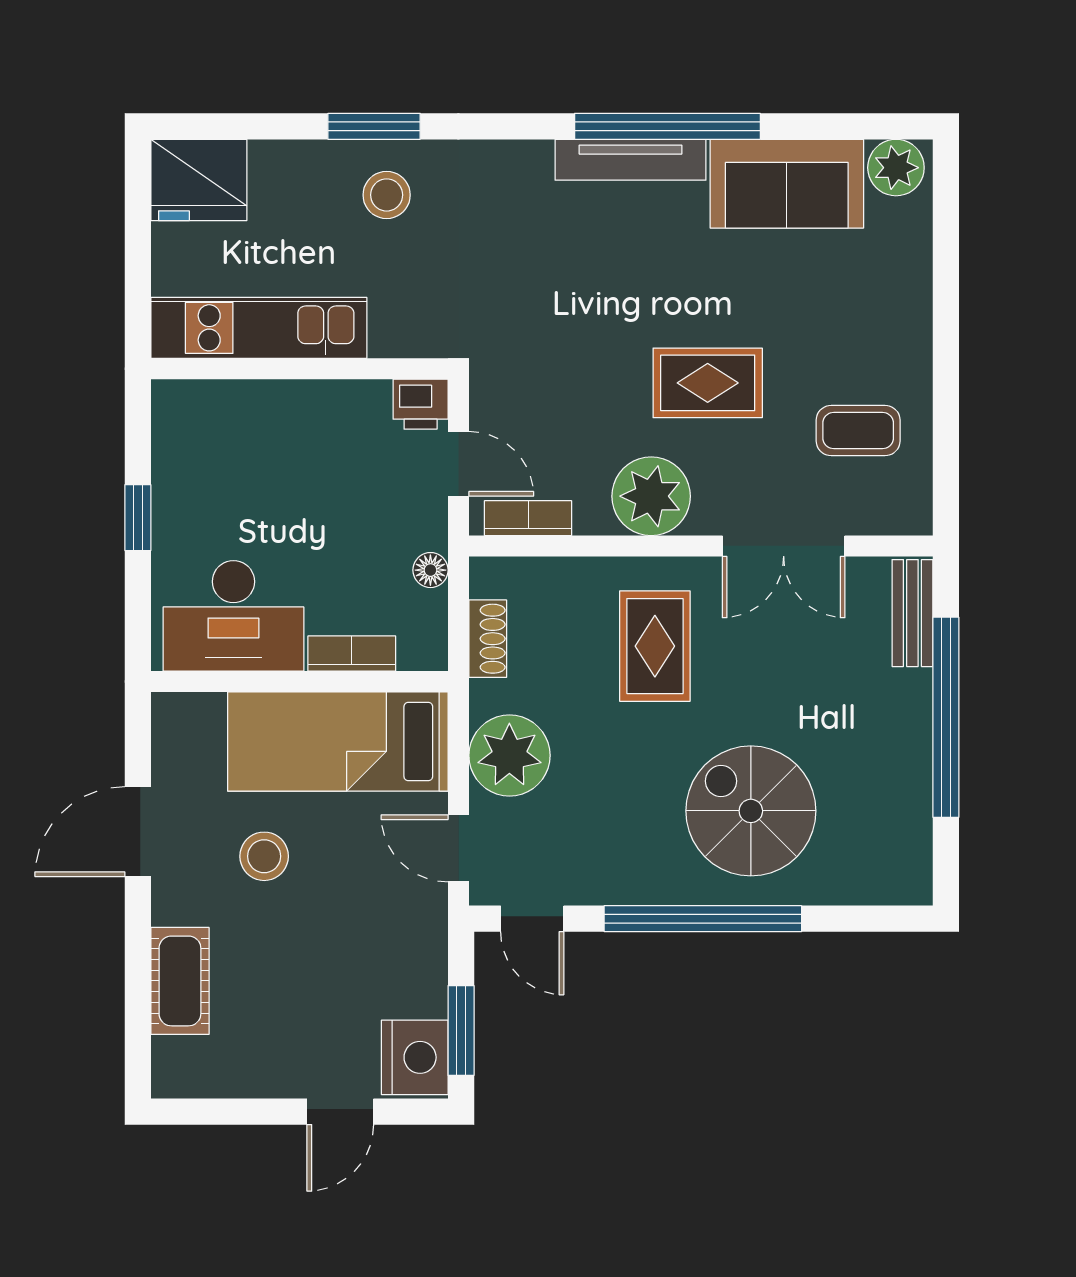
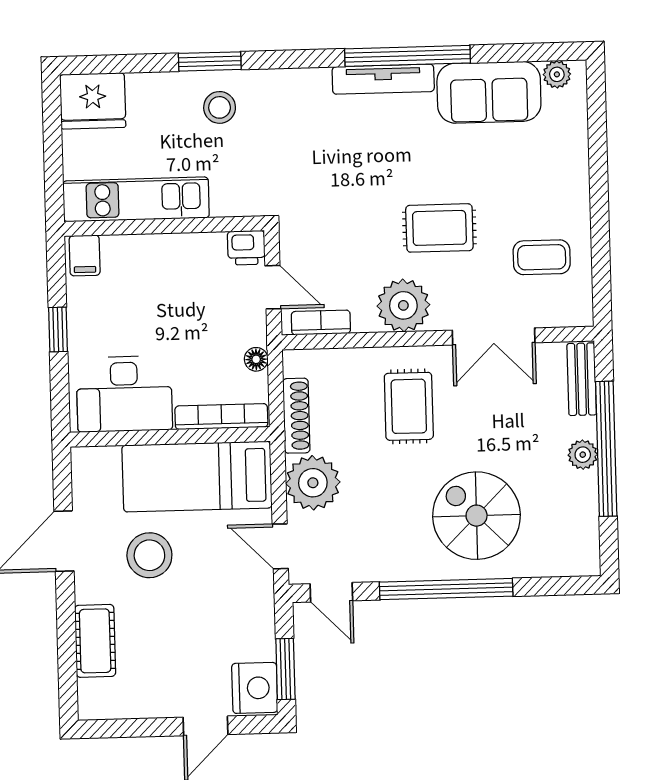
plant: (896, 168) -> (557, 74), width x0.73, depth x0.73
filing cabinet: (180, 409) -> (85, 255), added
shoe rack: (488, 639) -> (296, 416), width x1.43
bookcase: (352, 654) -> (221, 417), width x1.56
plant: (911, 725) -> (583, 455), added
stool: (264, 856) -> (149, 555), width x1.38, depth x1.38

